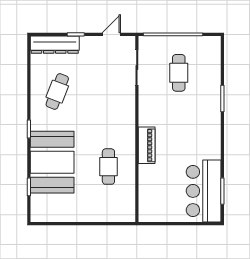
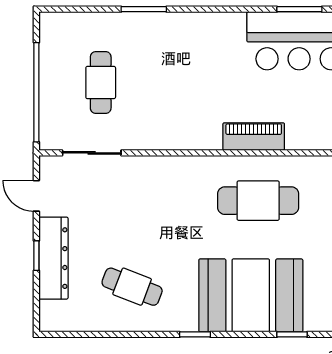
dresser: (55, 45) -> (53, 258), moved
cafe table: (179, 73) -> (101, 83), turned 90
piano: (147, 145) -> (254, 137), moved
cafe table: (108, 167) -> (258, 201), width x1.37, depth x1.35

